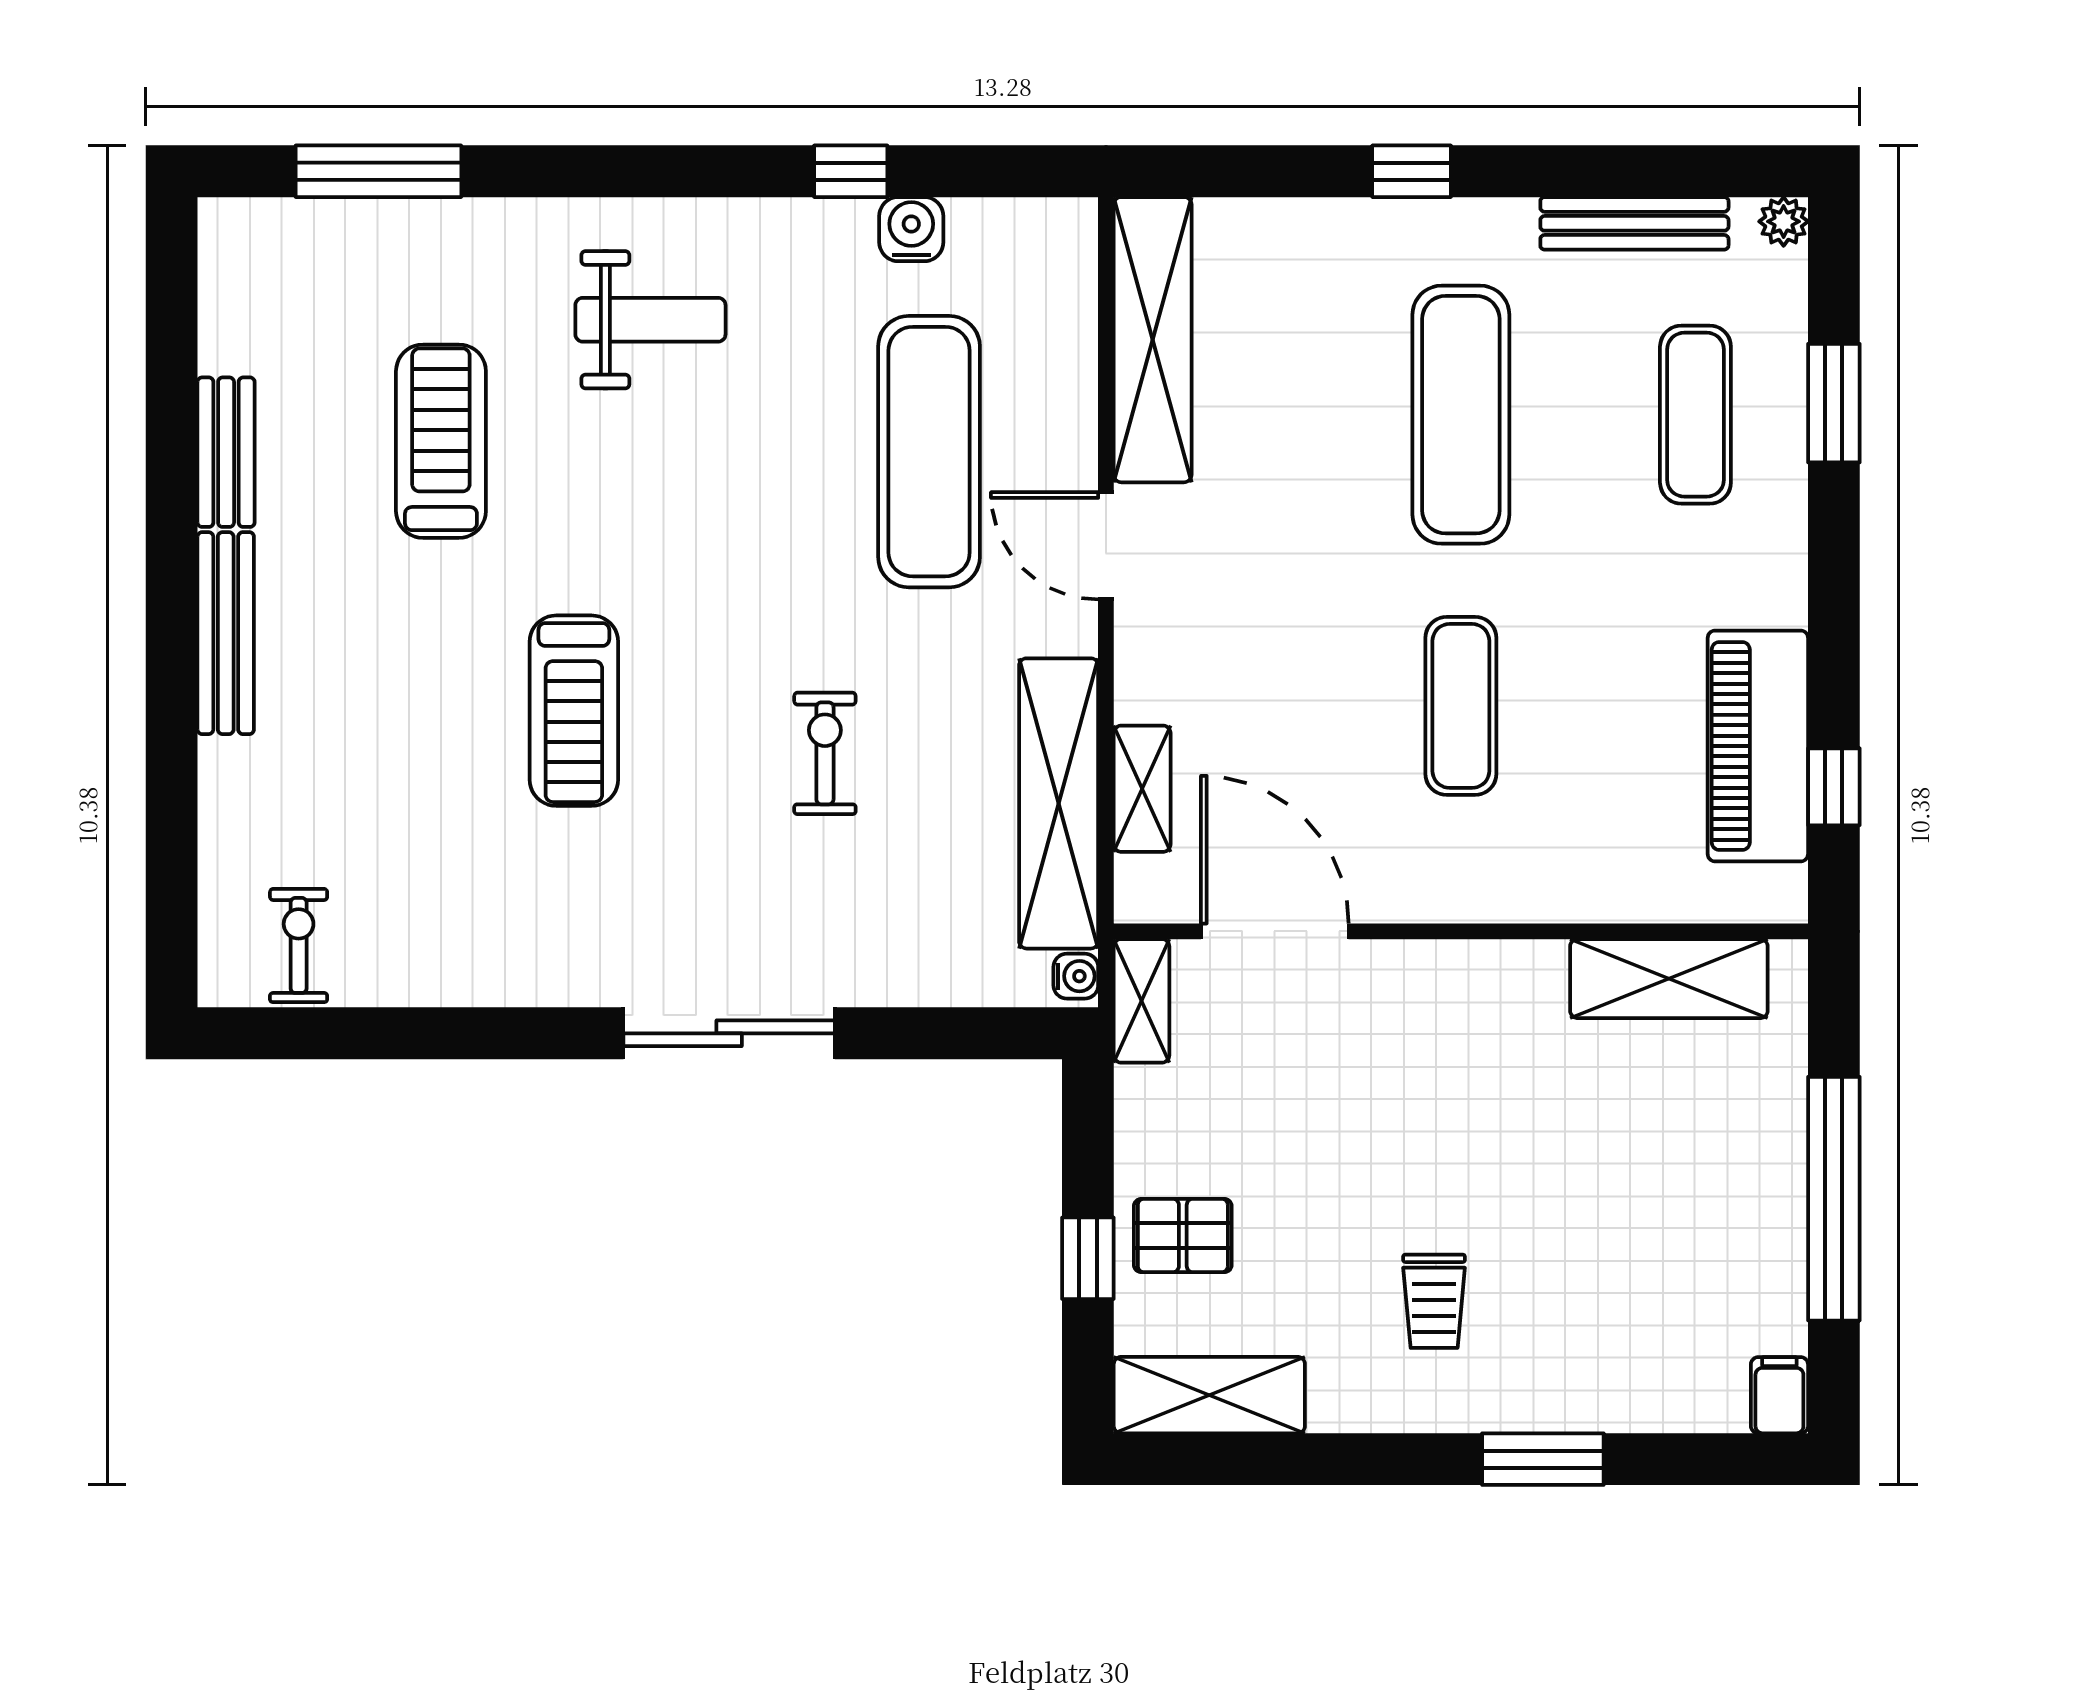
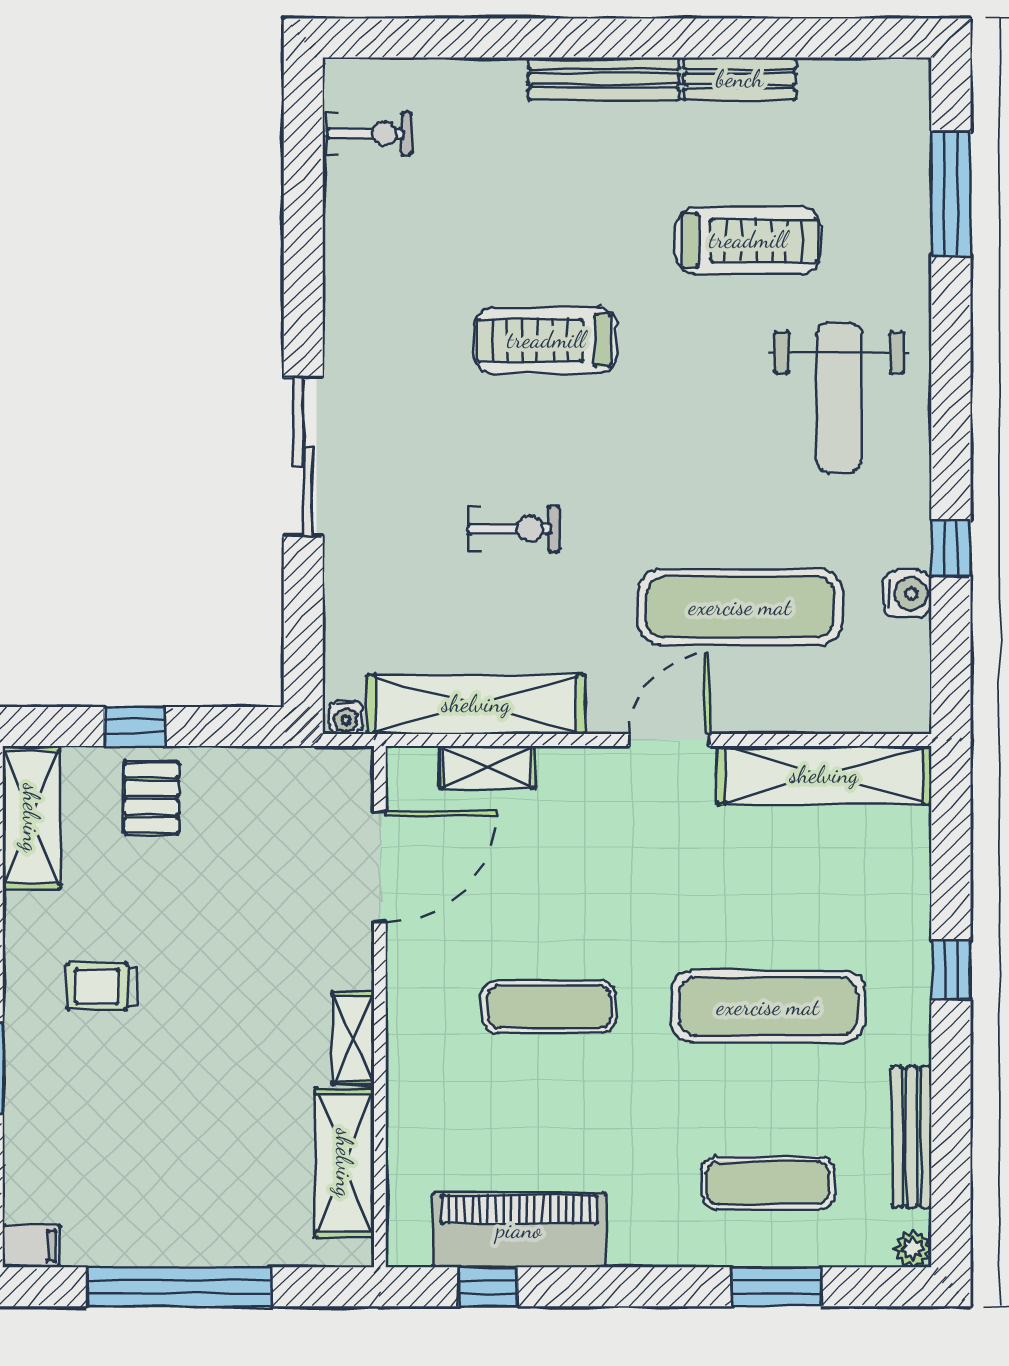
weight bench: (650, 320) -> (839, 398), width x1.36, depth x1.33
shelving: (1142, 1001) -> (353, 1038), moved, turned 90

